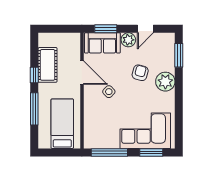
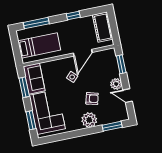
sofa: (102, 43) -> (34, 79), moved, turned 180
cot: (48, 65) -> (103, 27), moved, turned 90
window: (34, 109) -> (36, 23), moved
window: (109, 153) -> (24, 87), width x0.69

